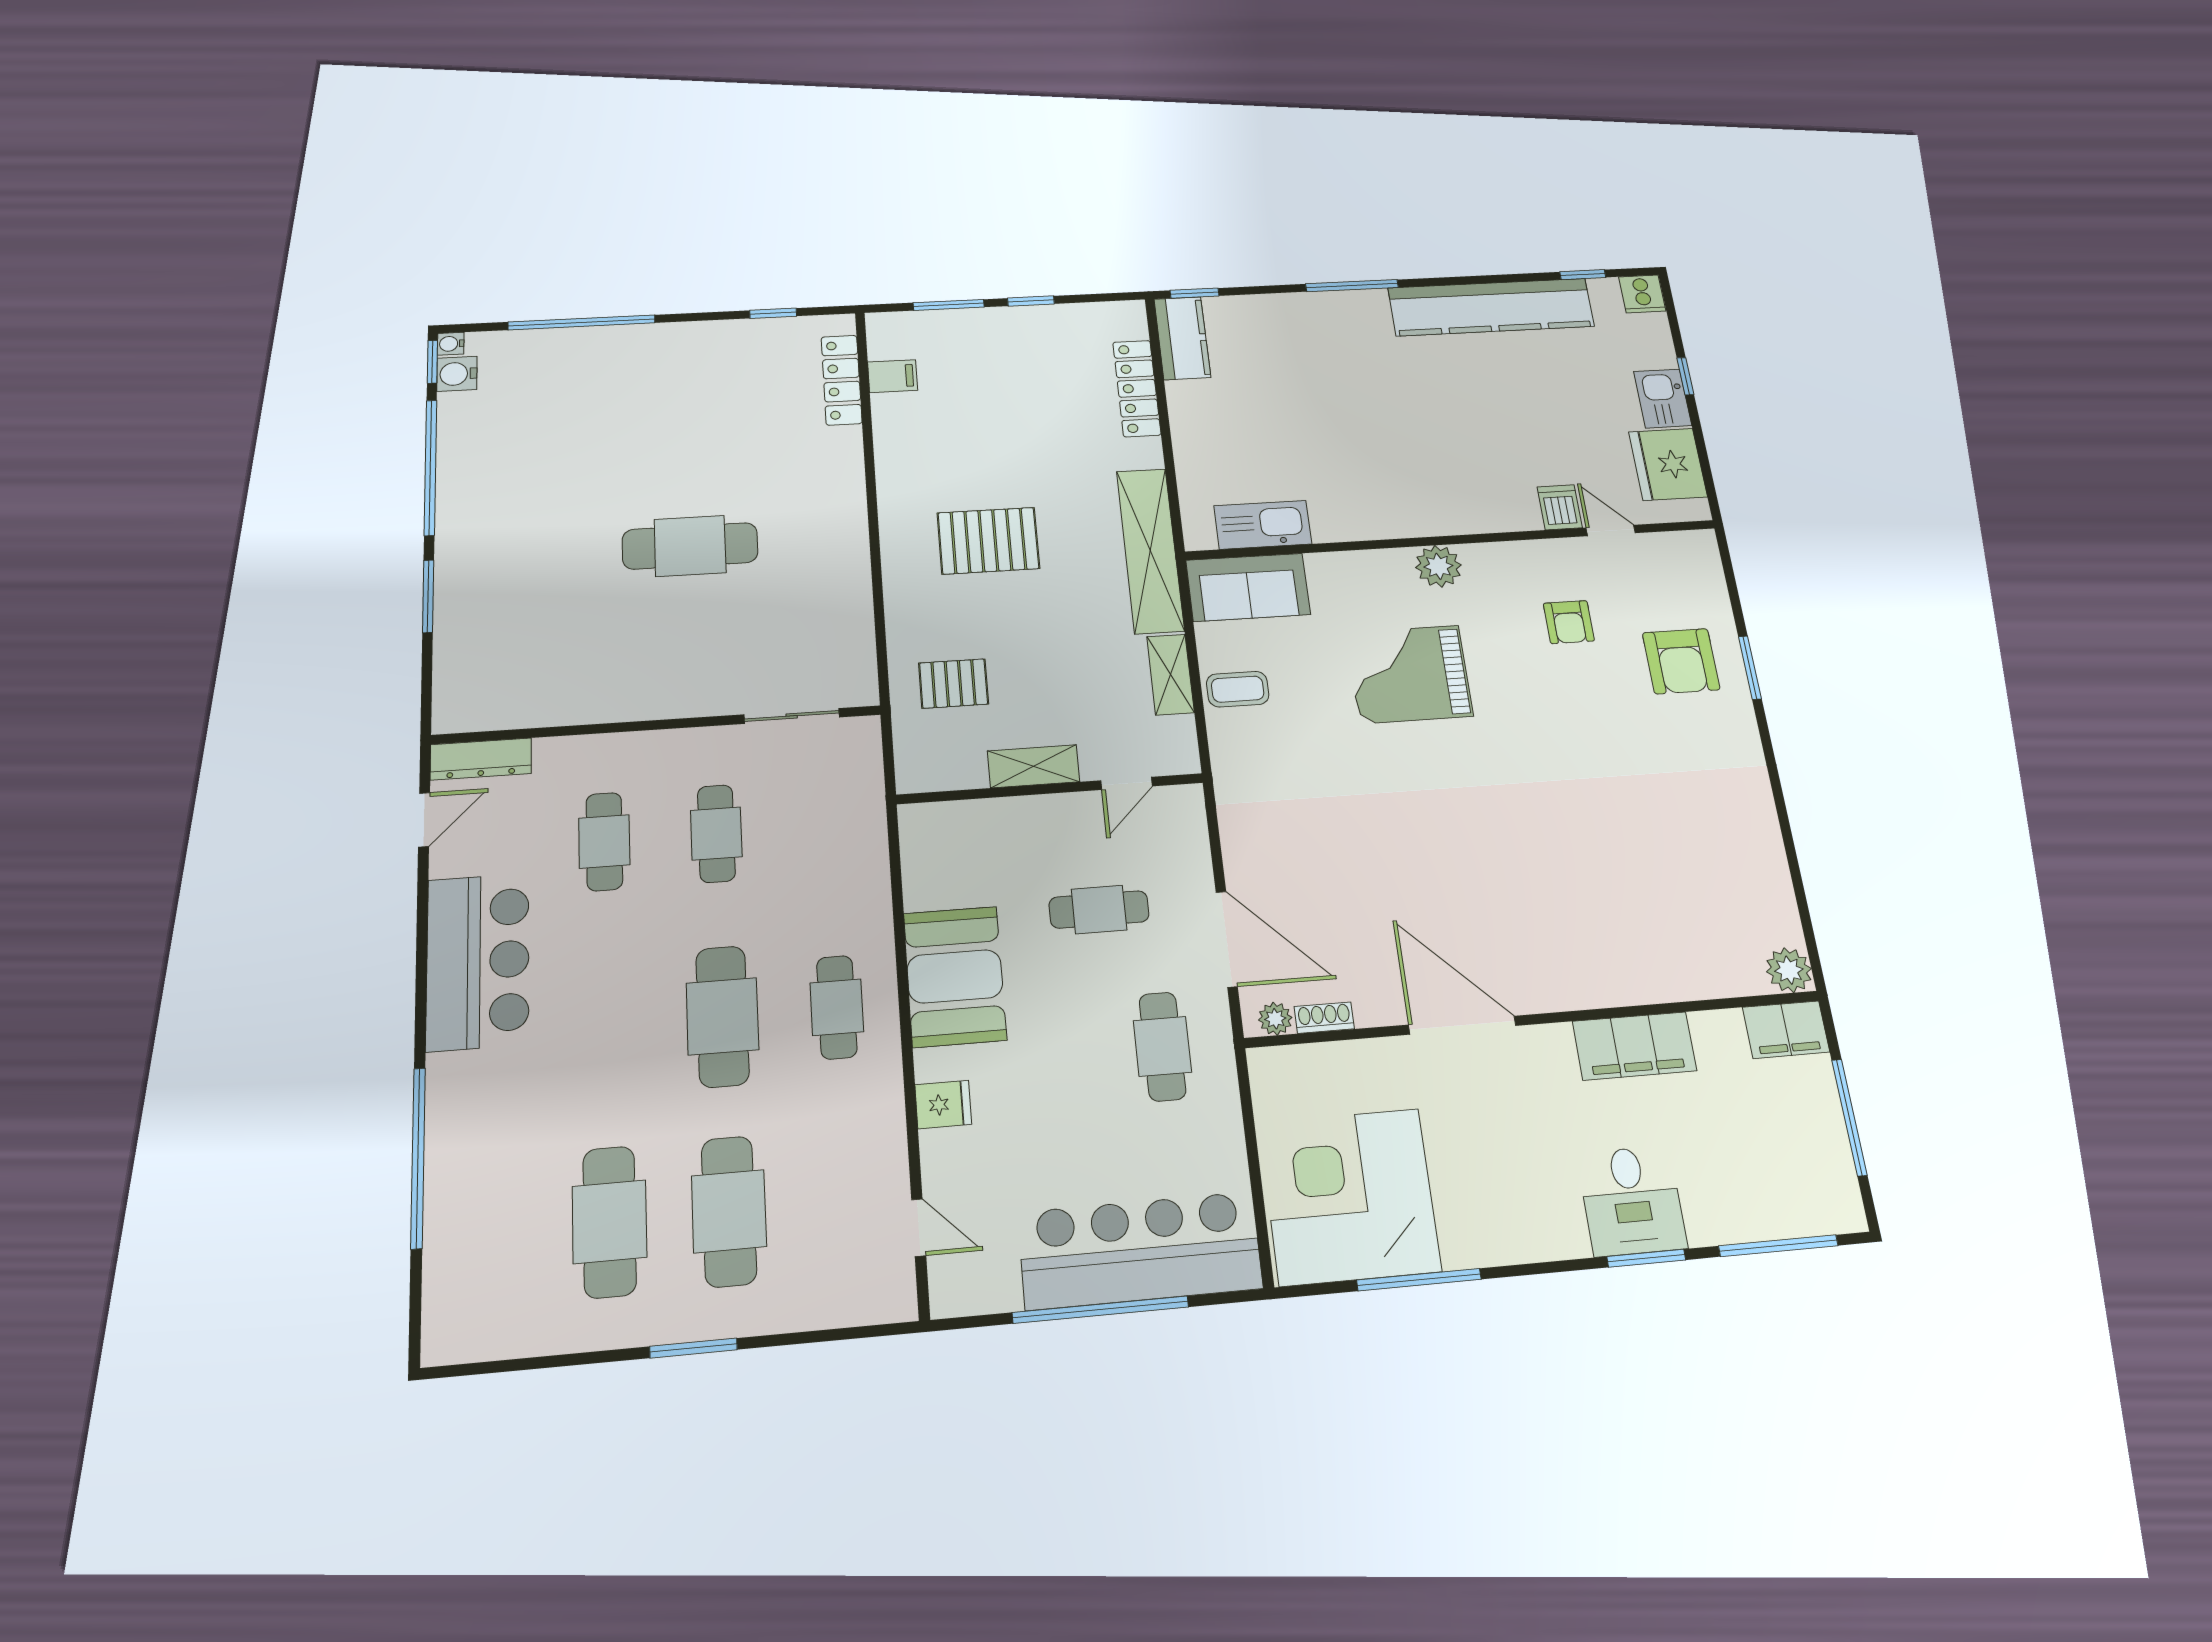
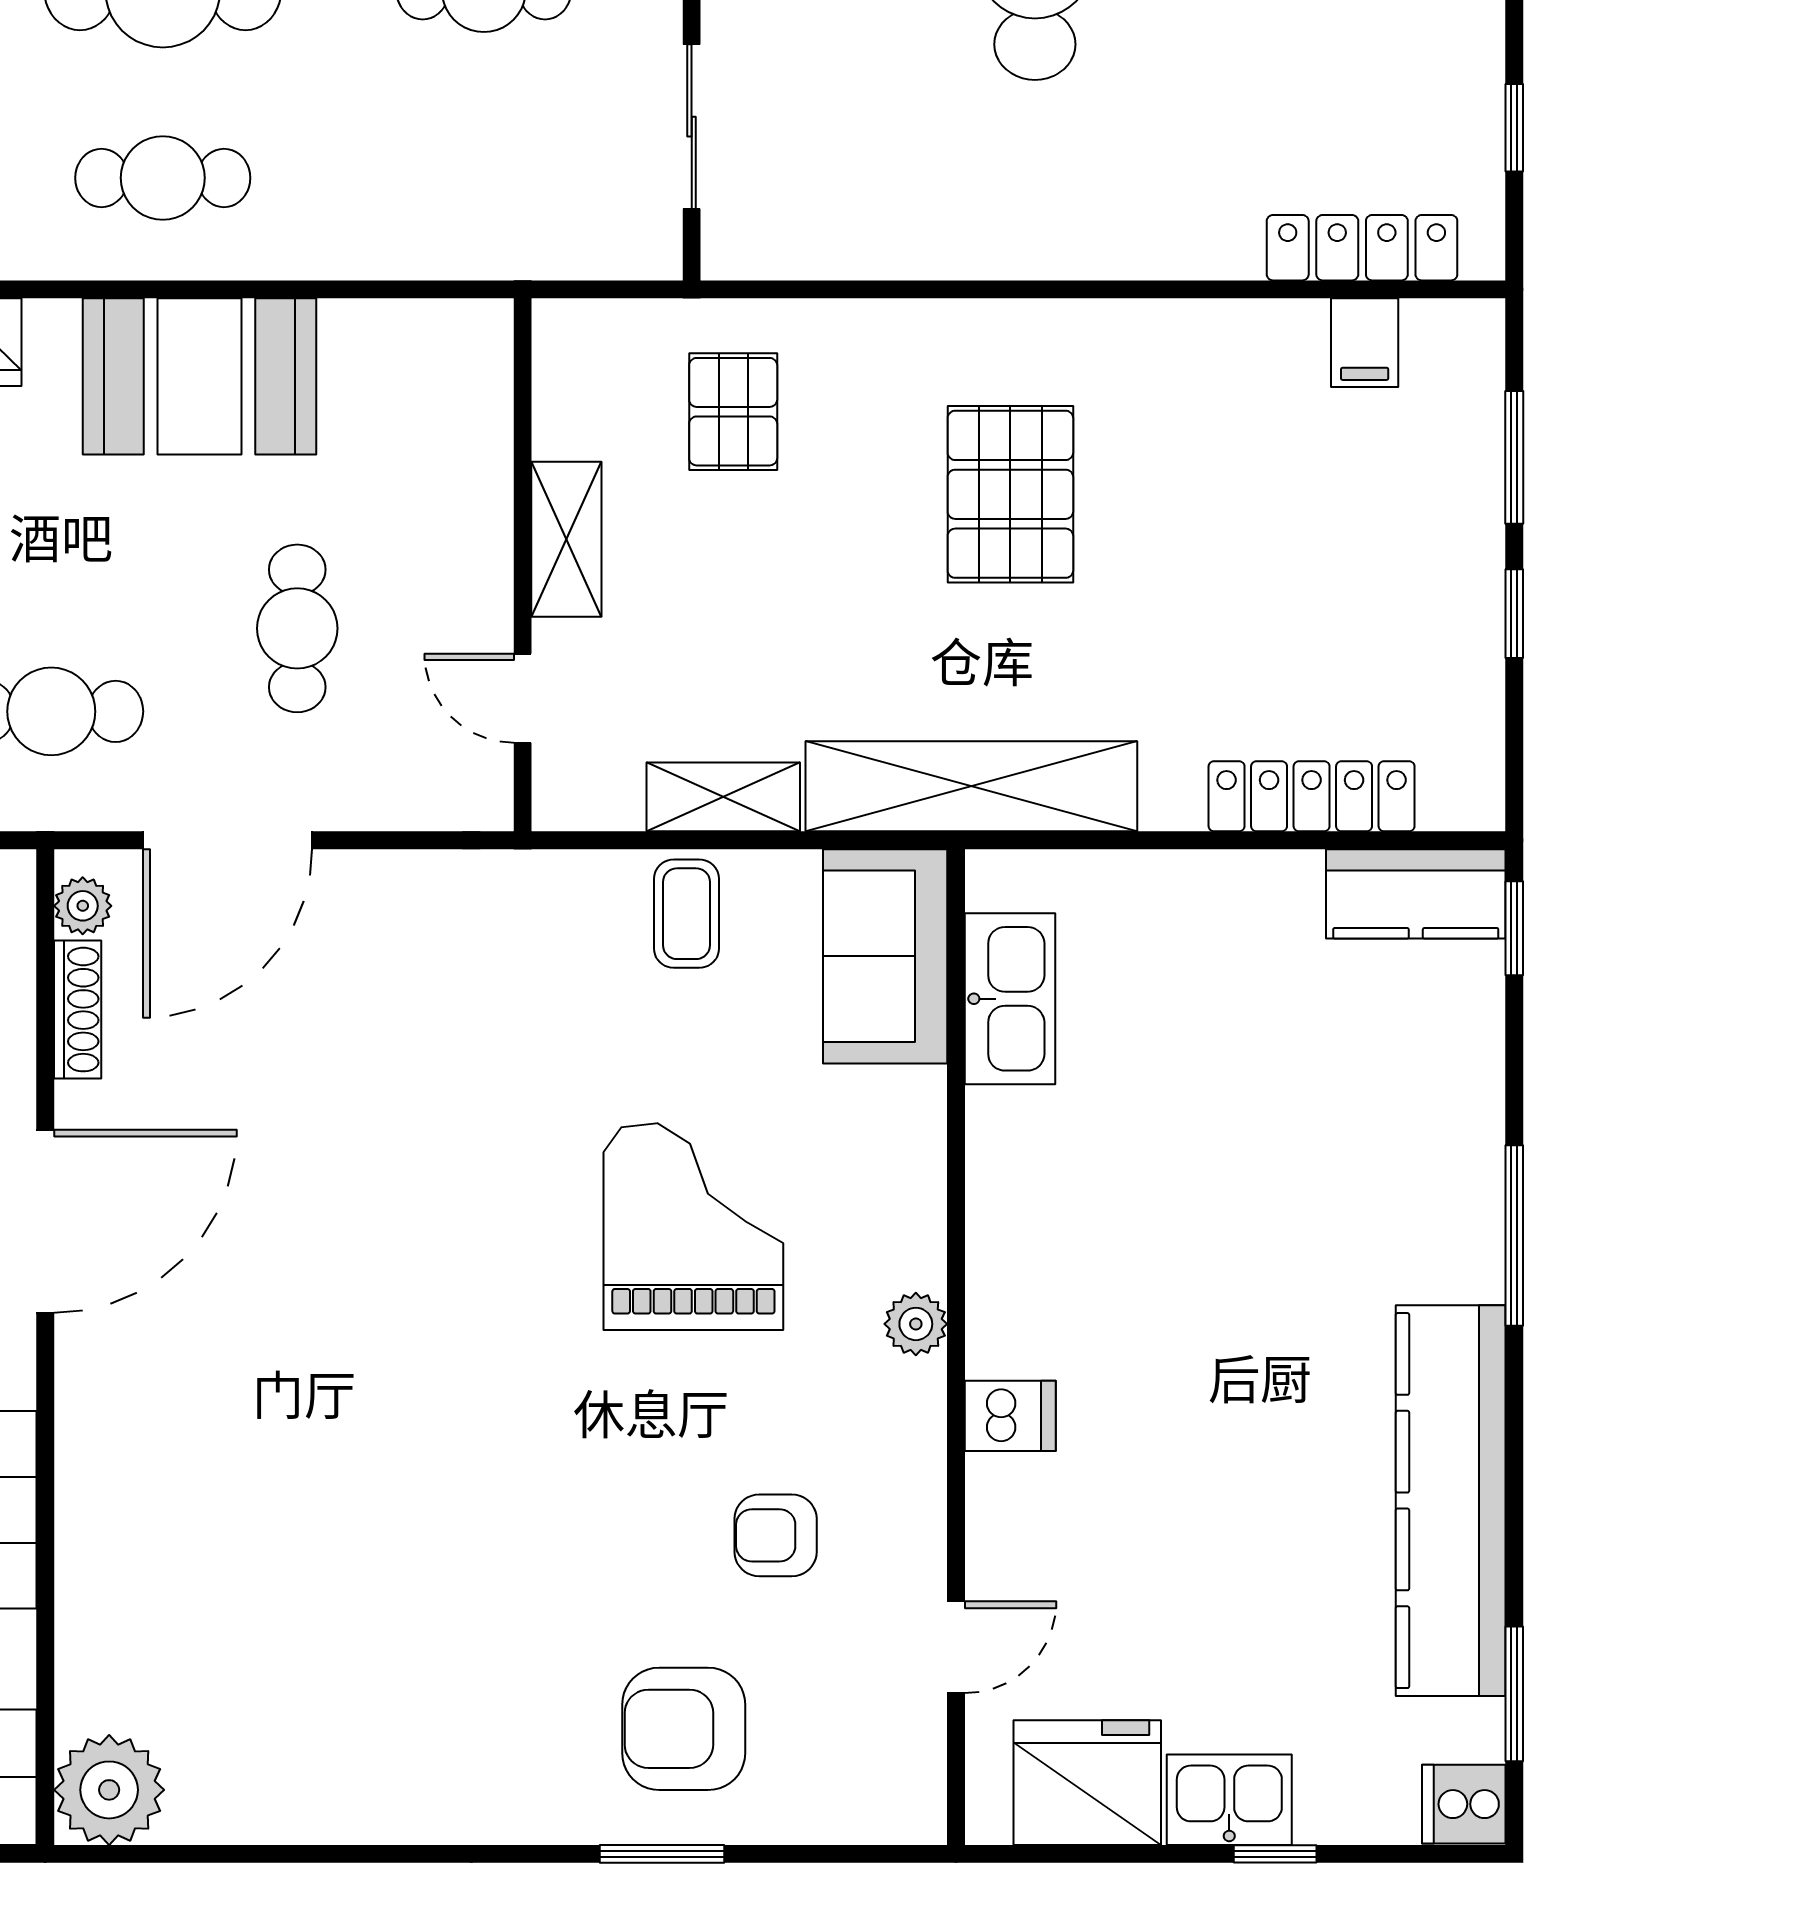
window: (1583, 275) -> (1514, 1694), width x1.50
dishwasher: (1560, 507) -> (1010, 1416), moved
plant: (1438, 566) -> (916, 1324), width x0.73, depth x0.73
plant: (1789, 970) -> (109, 1790), width x1.36, depth x1.36
shoe rack: (1324, 1018) -> (78, 1010), width x1.43

